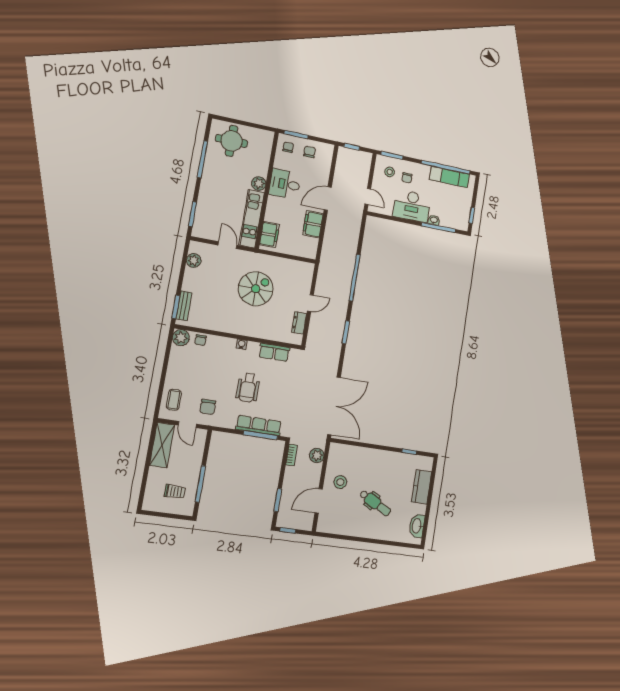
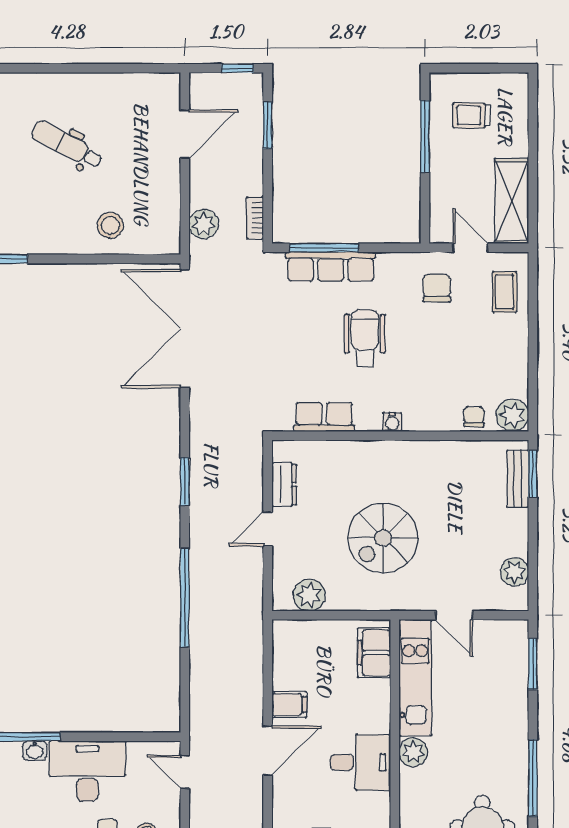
filing cabinet: (313, 224) -> (289, 704), width x0.50
plant: (296, 268) -> (309, 595), added
stool: (340, 482) -> (110, 225), moved

